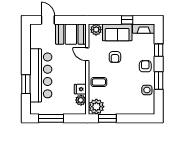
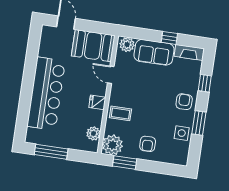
armchair: (115, 57) -> (148, 144), moved
window: (26, 84) -> (25, 102), removed
fridge: (80, 89) -> (97, 102), moved

